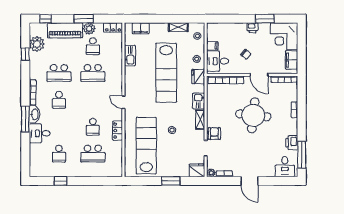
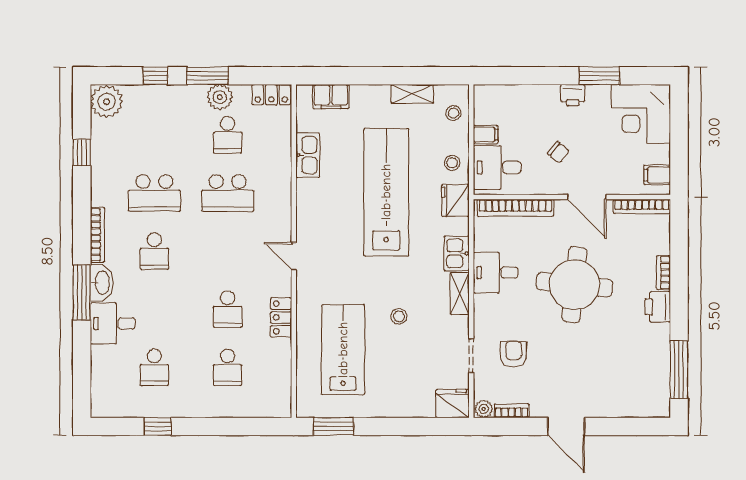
window: (46, 19) -> (155, 76), moved
piano: (65, 30) -> (168, 101), removed
plant: (37, 44) -> (107, 102), moved
filing cabinet: (292, 60) -> (657, 175), width x0.50
lab bench: (166, 73) -> (386, 192), turned 180
armchair: (214, 134) -> (514, 354), moved
printer: (292, 143) -> (658, 307), moved
lab bench: (146, 146) -> (343, 350), width x0.73
school desk: (93, 154) -> (228, 367), width x0.54
desk: (285, 167) -> (496, 273), moved, turned 90
window: (171, 181) -> (333, 426), moved

